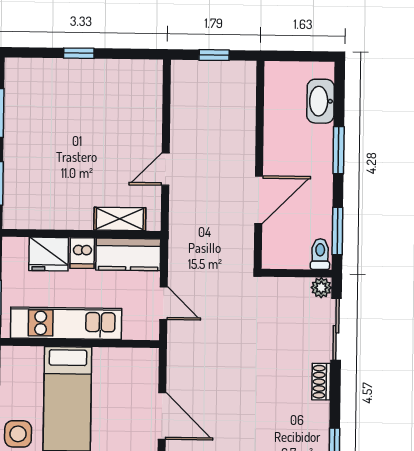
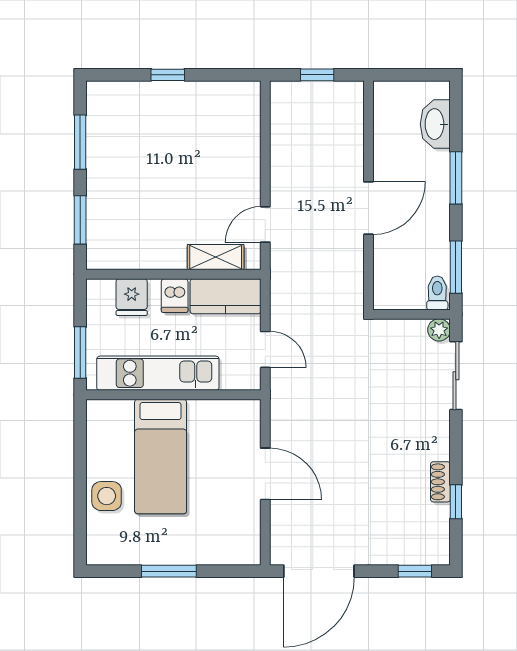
door: (165, 169) -> (265, 224), moved
door: (259, 200) -> (368, 208), moved
fridge: (49, 254) -> (132, 297), width x0.72
shoe rack: (321, 382) -> (440, 482), moved

